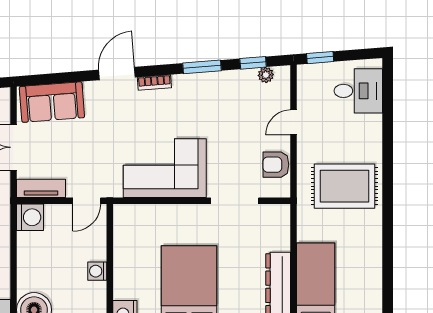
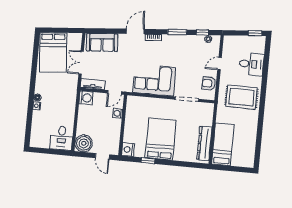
window: (320, 58) -> (255, 33), moved
desk: (358, 91) -> (252, 64), moved
washing machine: (97, 271) -> (118, 113), moved

